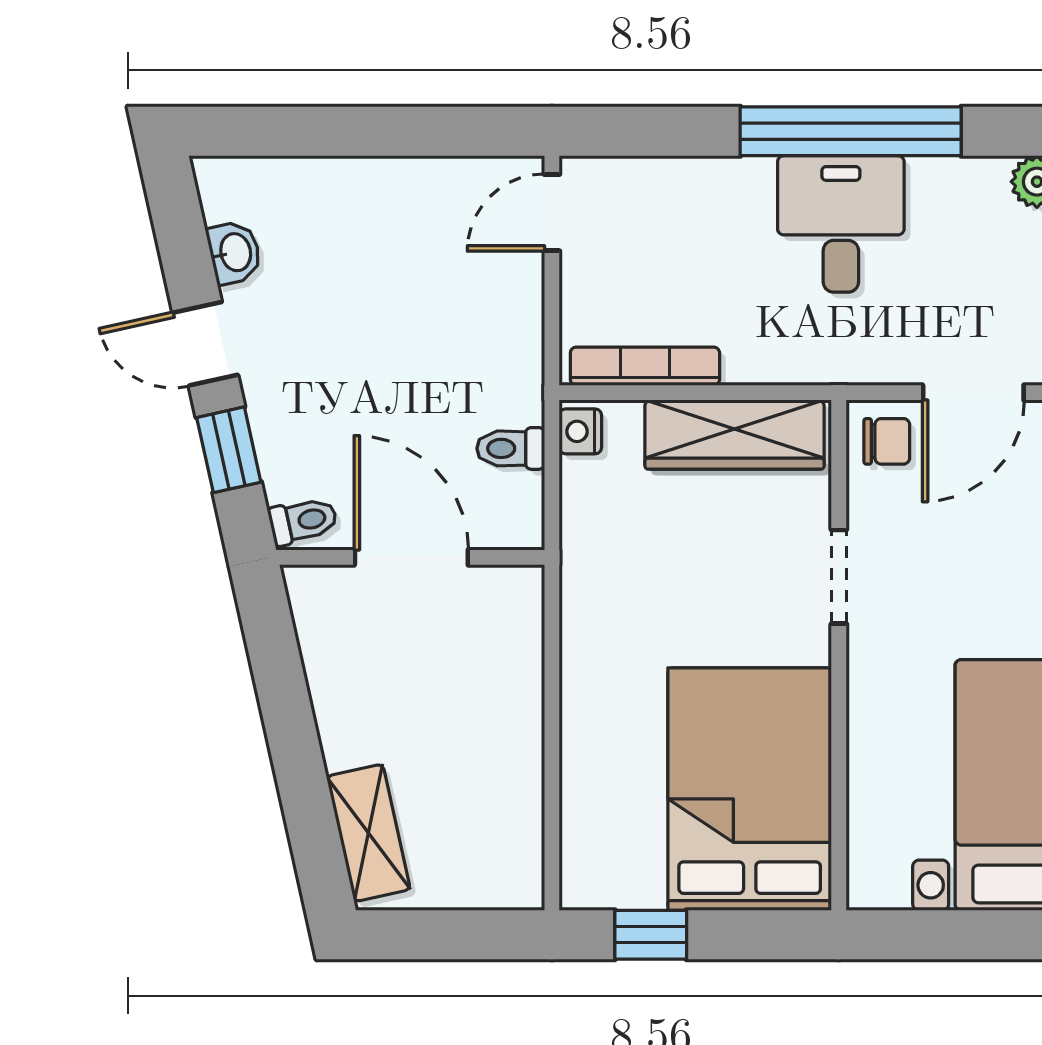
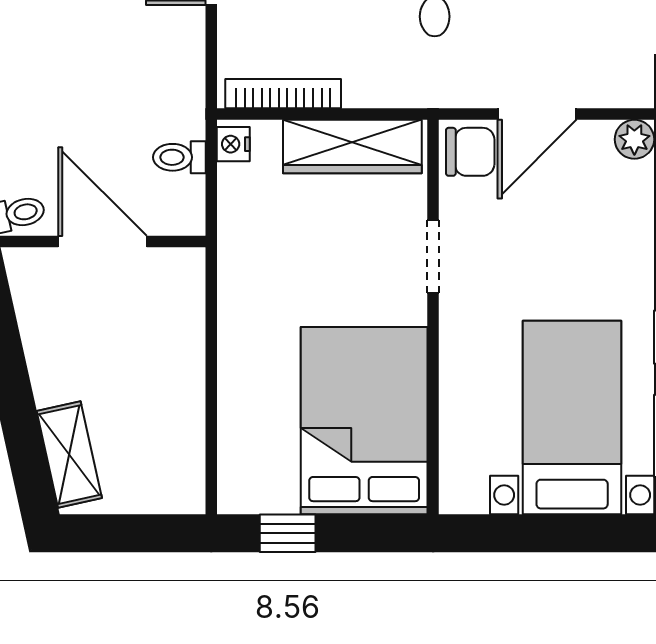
chair: (887, 441) -> (470, 152), width x1.37, depth x1.37

